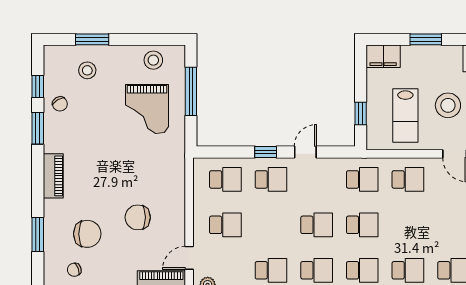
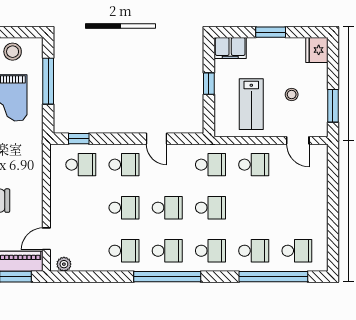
stool: (448, 105) -> (292, 94), width x0.53, depth x0.53
window: (361, 114) -> (209, 84), moved
window: (266, 152) -> (79, 139), moved
door: (305, 152) -> (157, 139), swing flipped
school desk: (225, 225) -> (124, 208), moved

